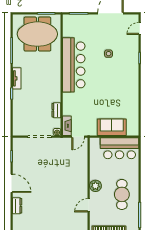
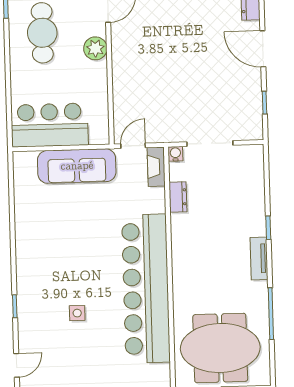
bar counter: (74, 65) -> (146, 289), width x1.36
sofa: (112, 127) -> (77, 166), width x1.36

